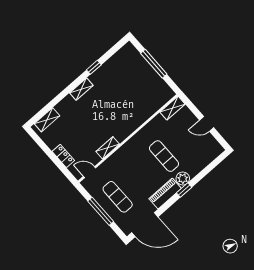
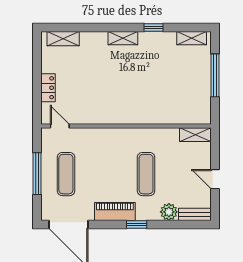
shelving: (108, 148) -> (192, 38), moved
bench: (213, 155) -> (195, 214), added
plant: (183, 178) -> (169, 212), moved

